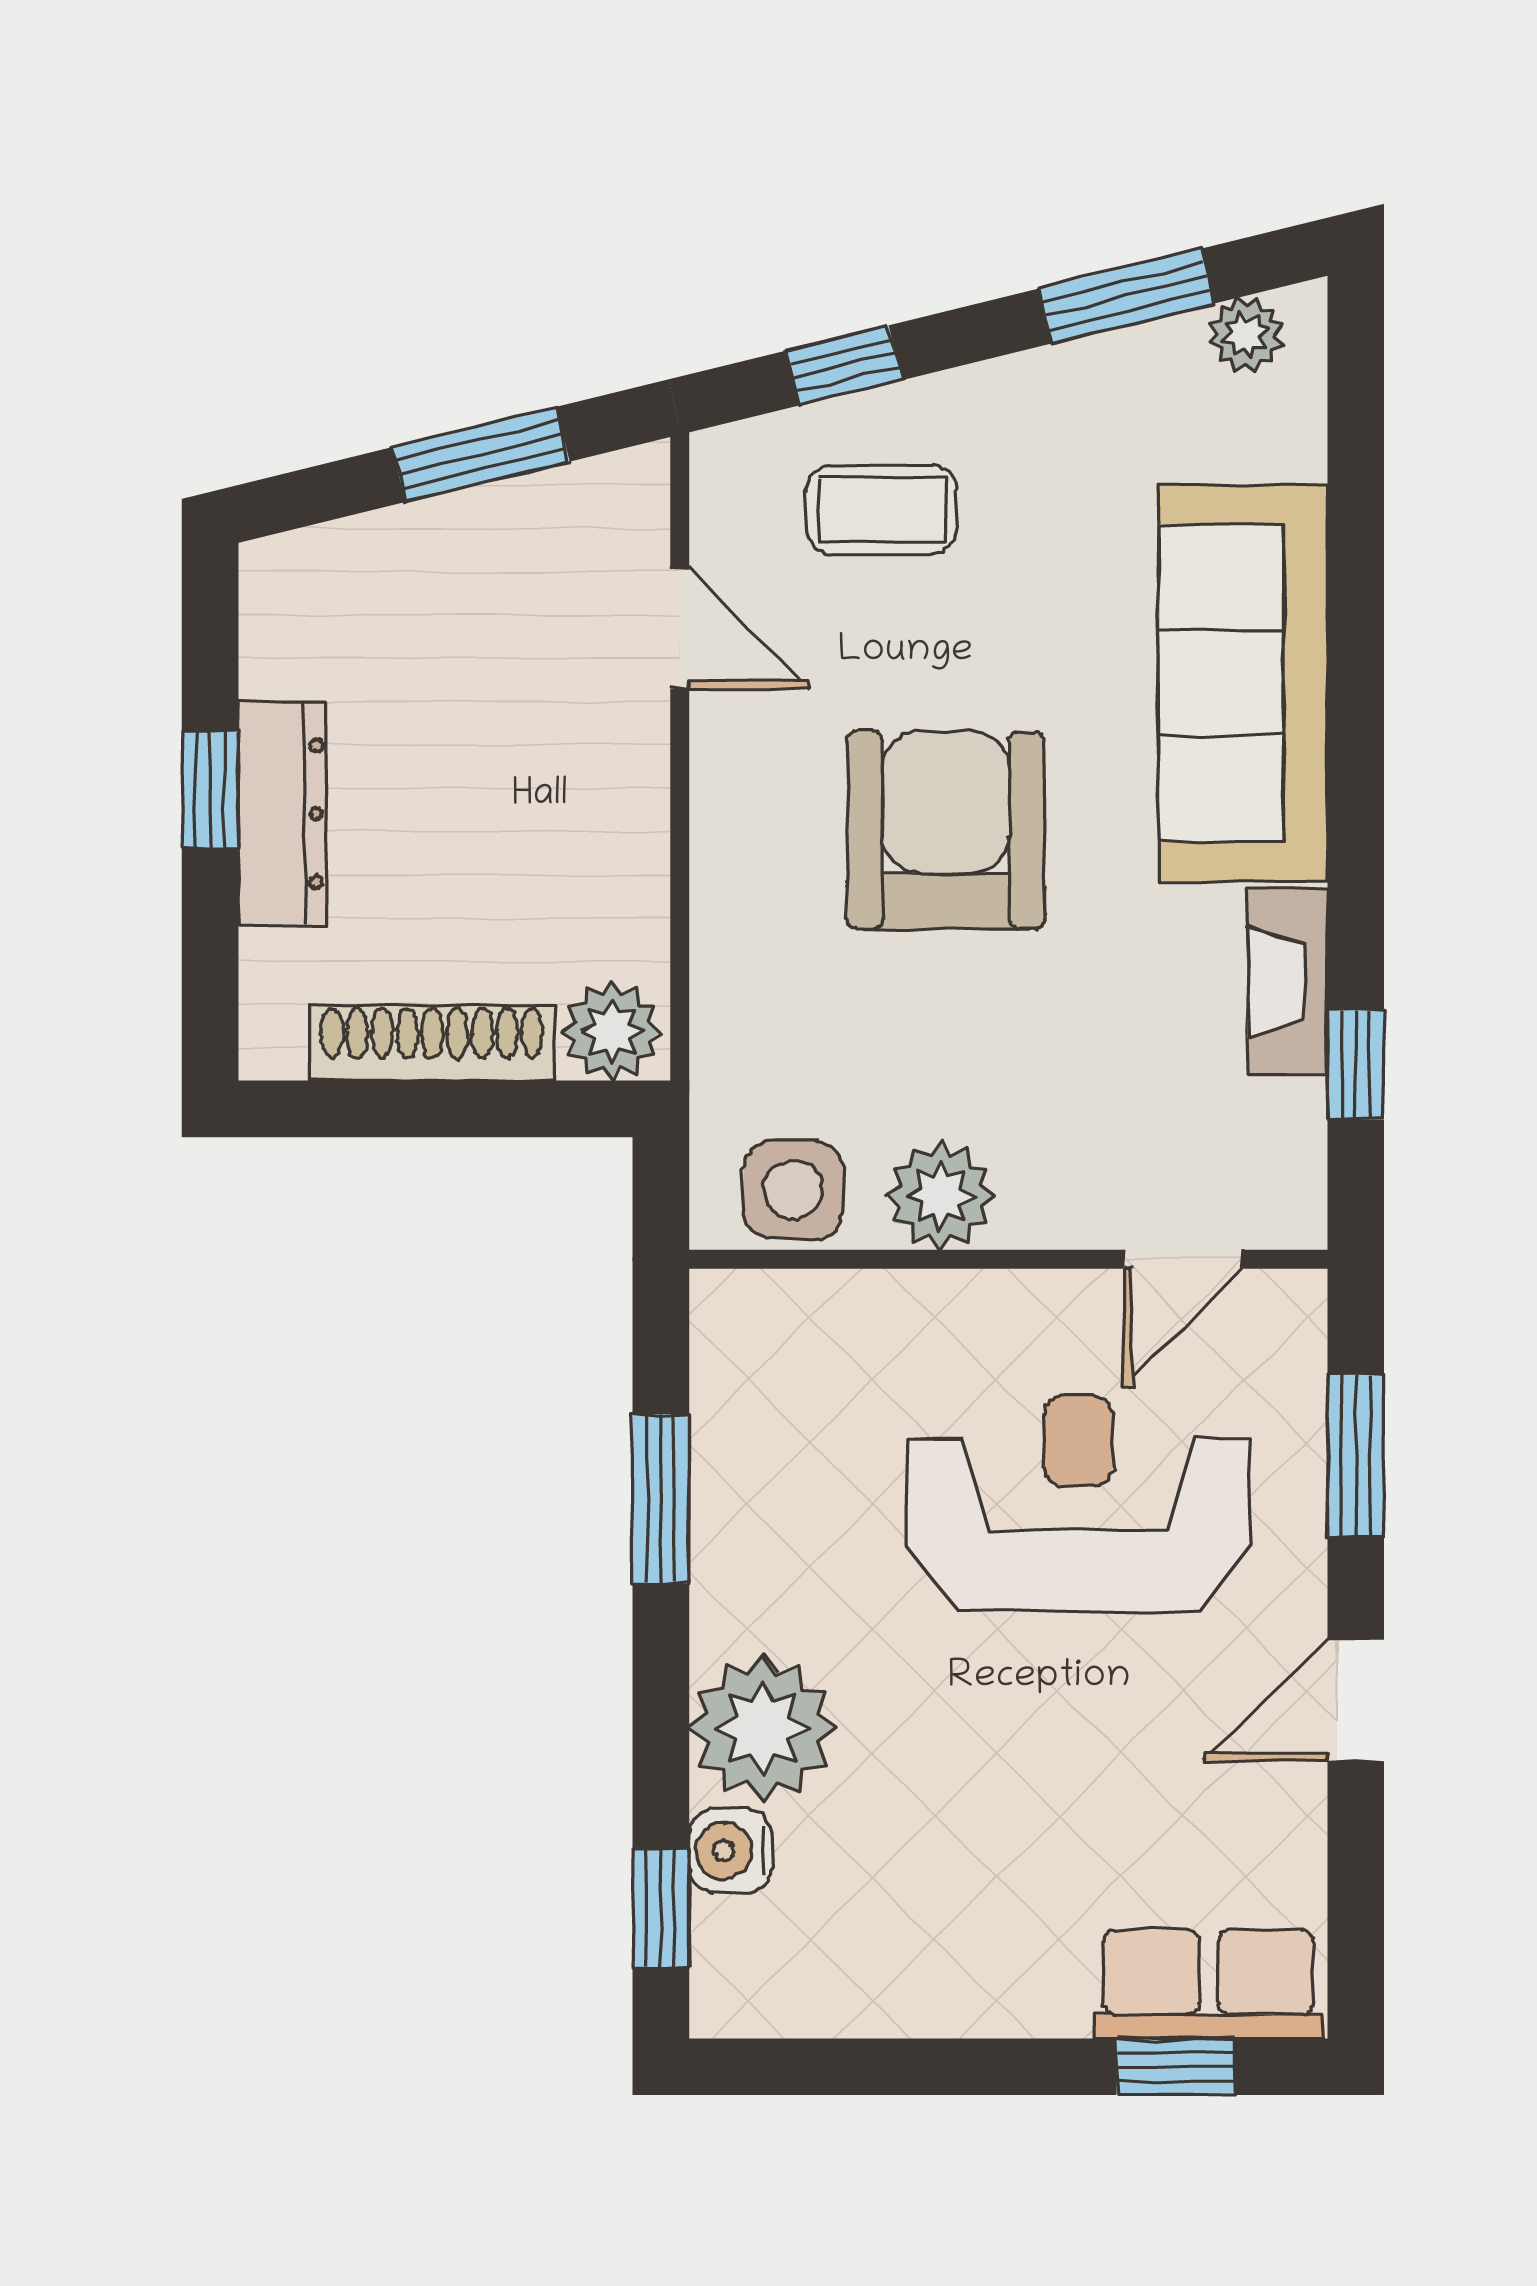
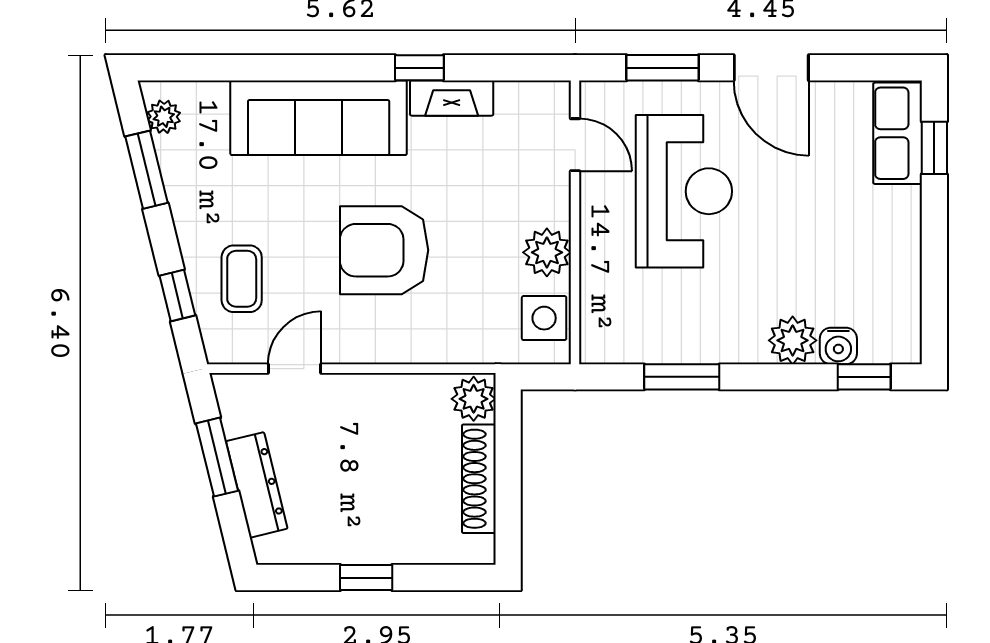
dresser: (282, 814) -> (257, 485), moved, turned 76
window: (1356, 1065) -> (419, 68), moved
reception desk: (1078, 1504) -> (684, 191), turned 180
door: (1356, 1700) -> (771, 68), width x1.38
plant: (763, 1728) -> (793, 340), width x0.73, depth x0.73

